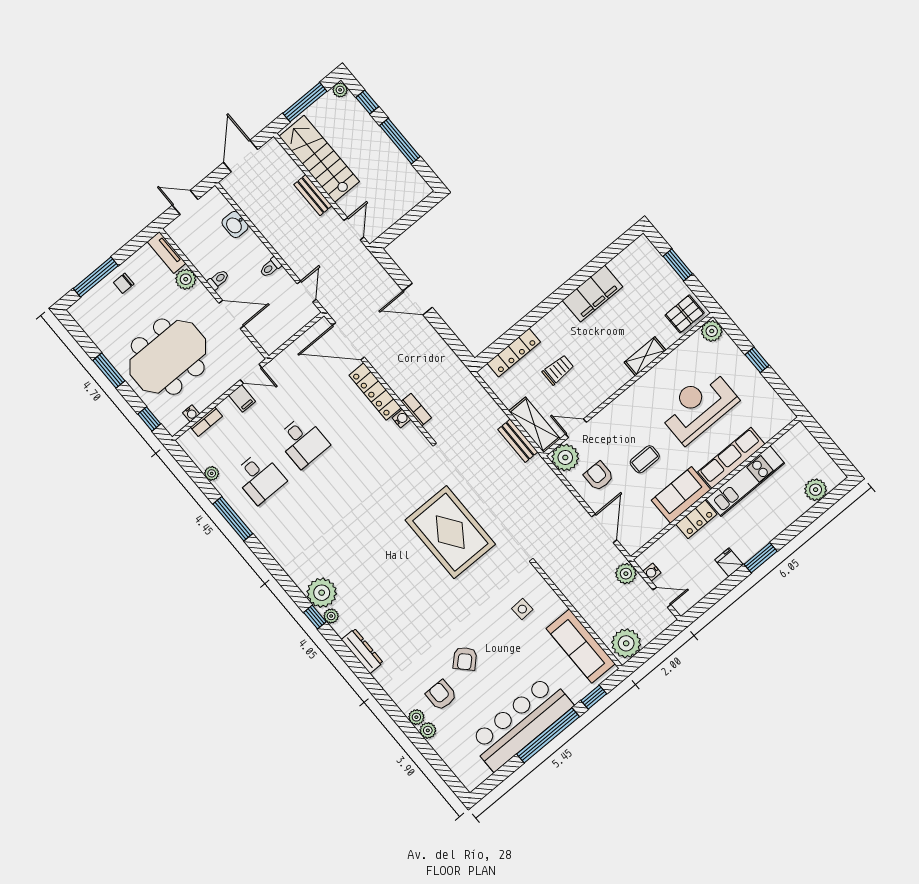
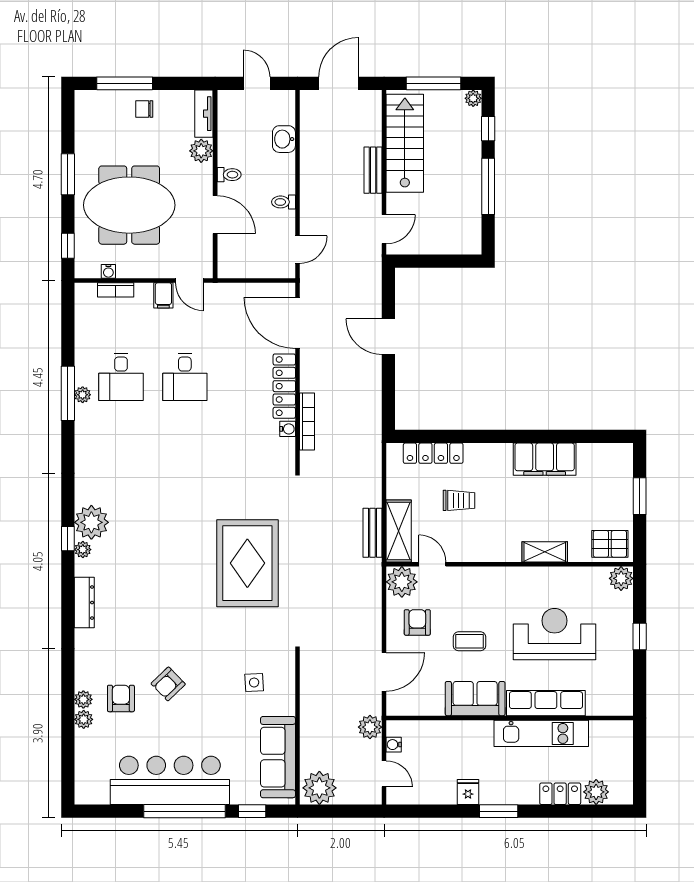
bookcase: (416, 410) -> (307, 422), width x1.56
plant: (212, 473) -> (83, 395), moved
locker: (696, 519) -> (560, 794), moved, turned 180

